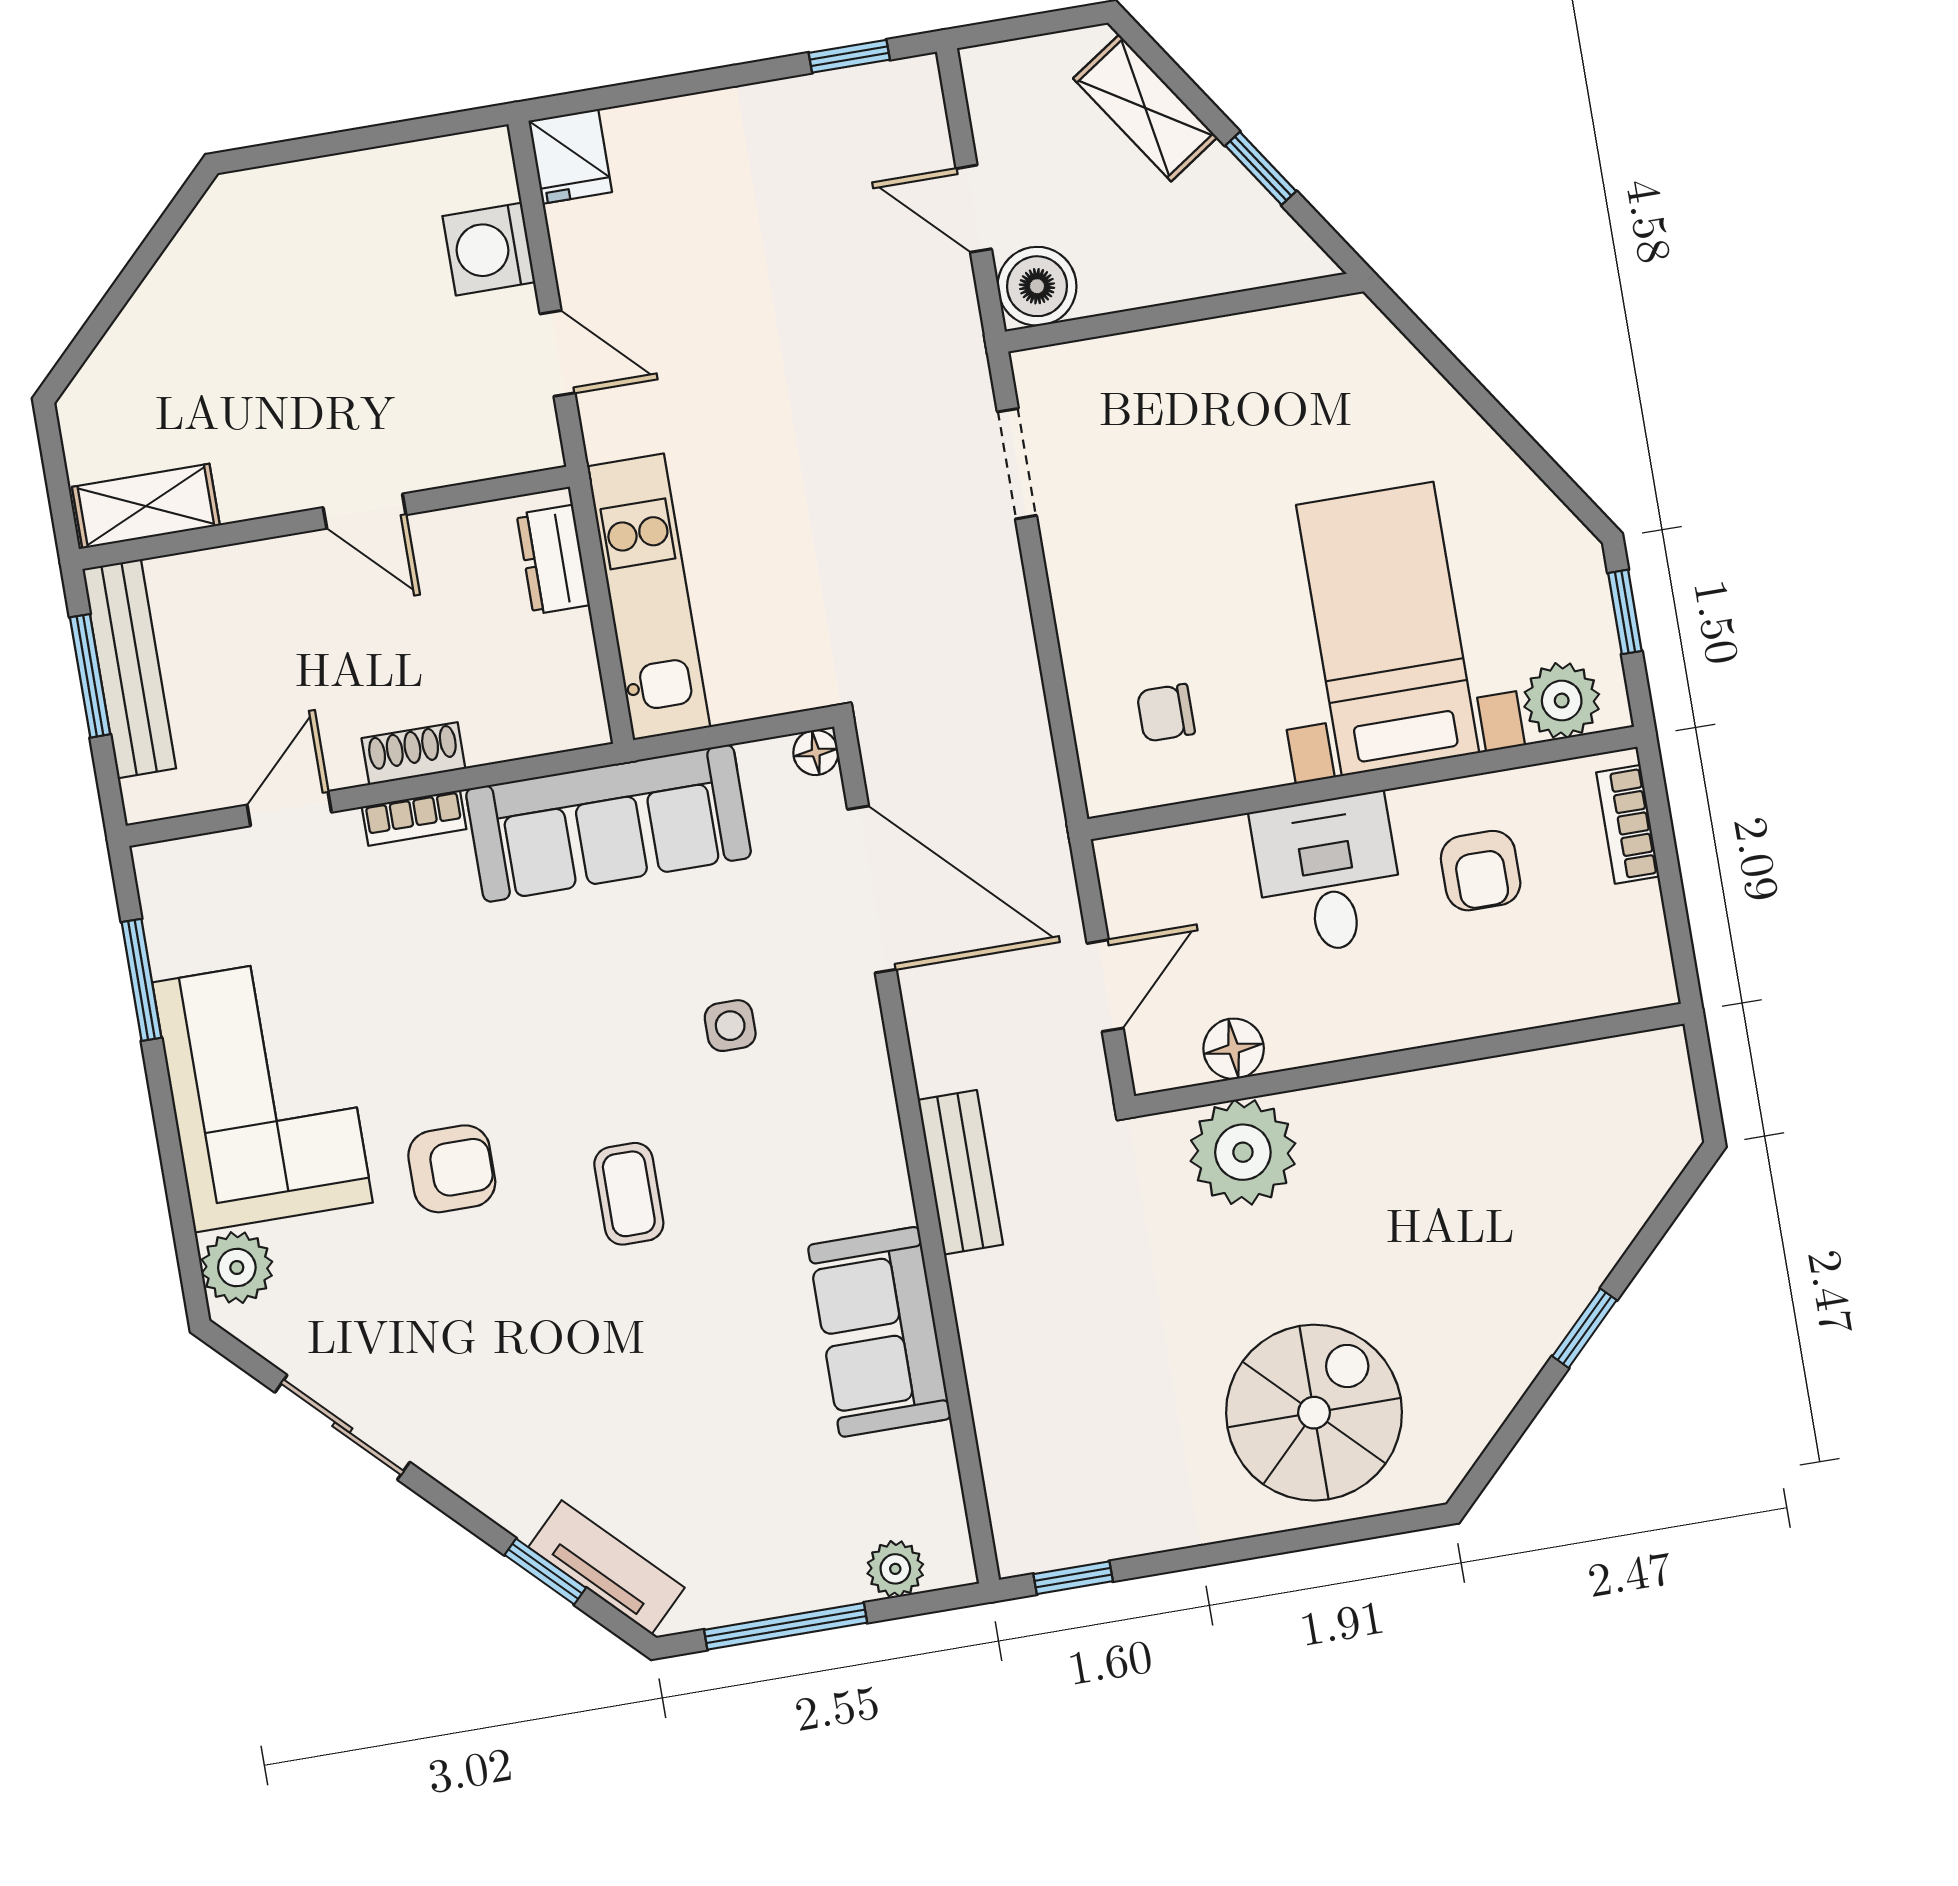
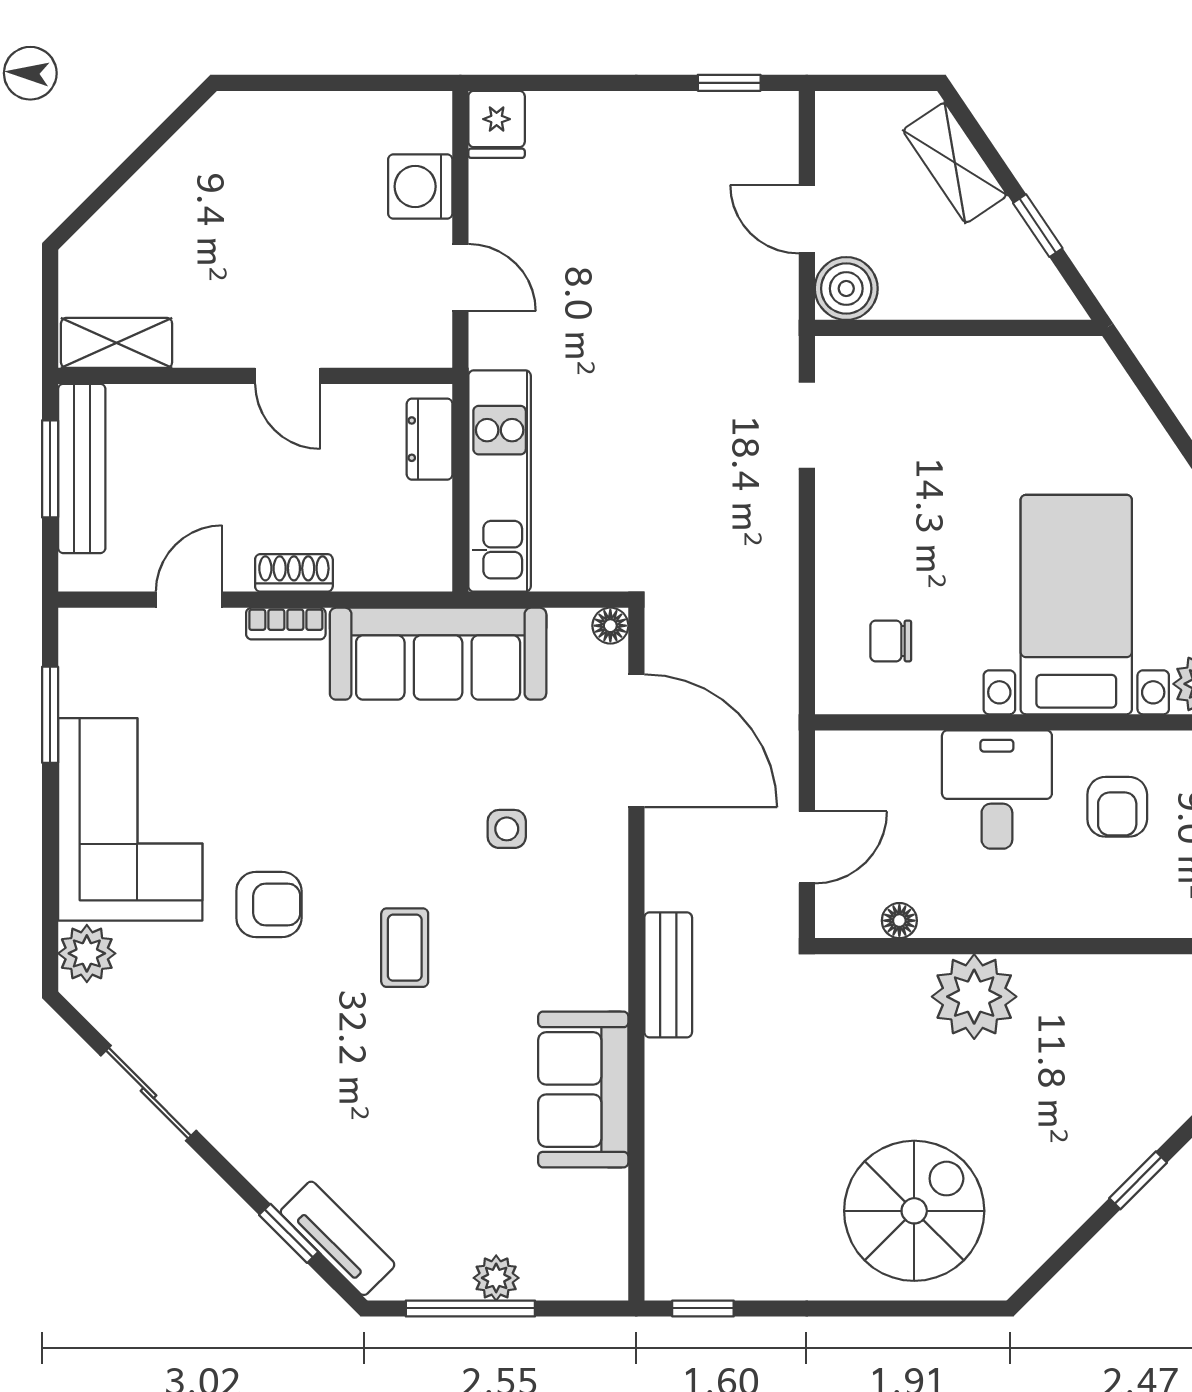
floor lamp: (1234, 1049) -> (899, 921), width x0.73, depth x0.73
plant: (1243, 1152) -> (974, 997), moved
plant: (895, 1569) -> (496, 1278), moved

